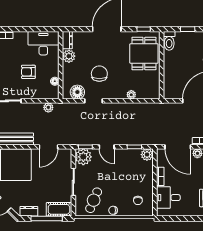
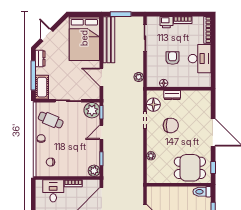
dresser: (67, 40) -> (172, 95), moved
desk: (43, 43) -> (200, 59), moved
plant: (69, 56) -> (187, 96), removed

